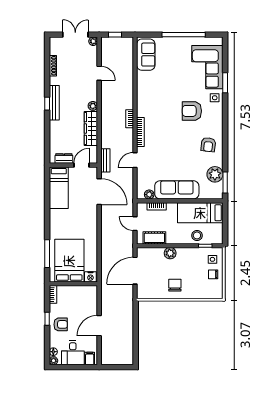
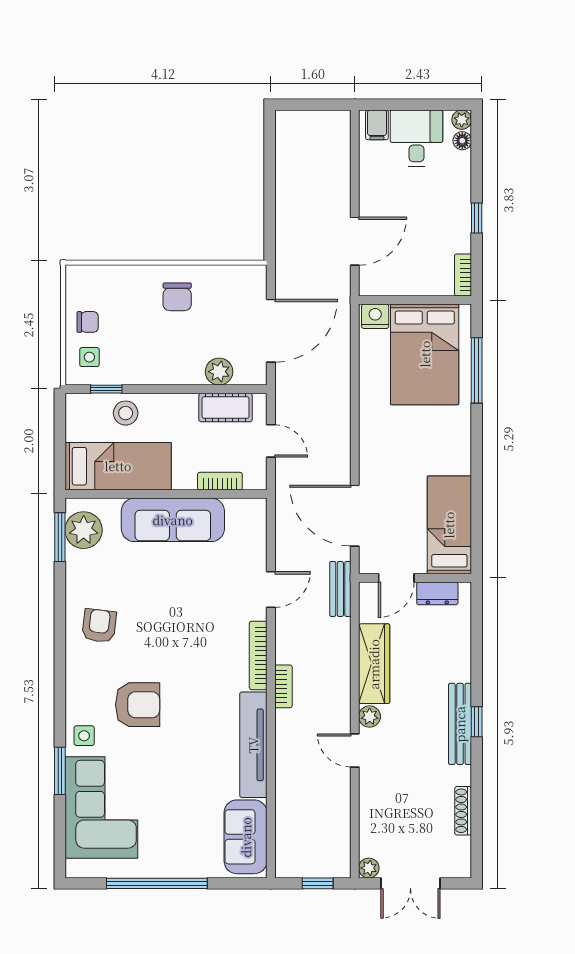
door: (99, 73) -> (355, 750), moved
tv unit: (142, 94) -> (253, 745), added
plant: (215, 174) -> (84, 530), moved
plant: (149, 195) -> (238, 509), removed
plant: (170, 253) -> (219, 372), moved
armchair: (61, 324) -> (445, 205), removed
door: (99, 326) -> (355, 241), moved

